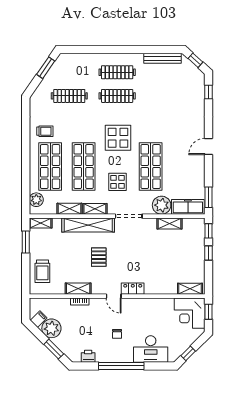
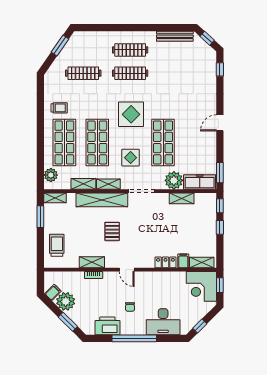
trolley: (42, 271) -> (57, 245), turned 180
filing cabinet: (171, 287) -> (183, 261), added
locker: (133, 289) -> (165, 262), moved
printer: (88, 356) -> (107, 326), width x1.87, depth x1.48

